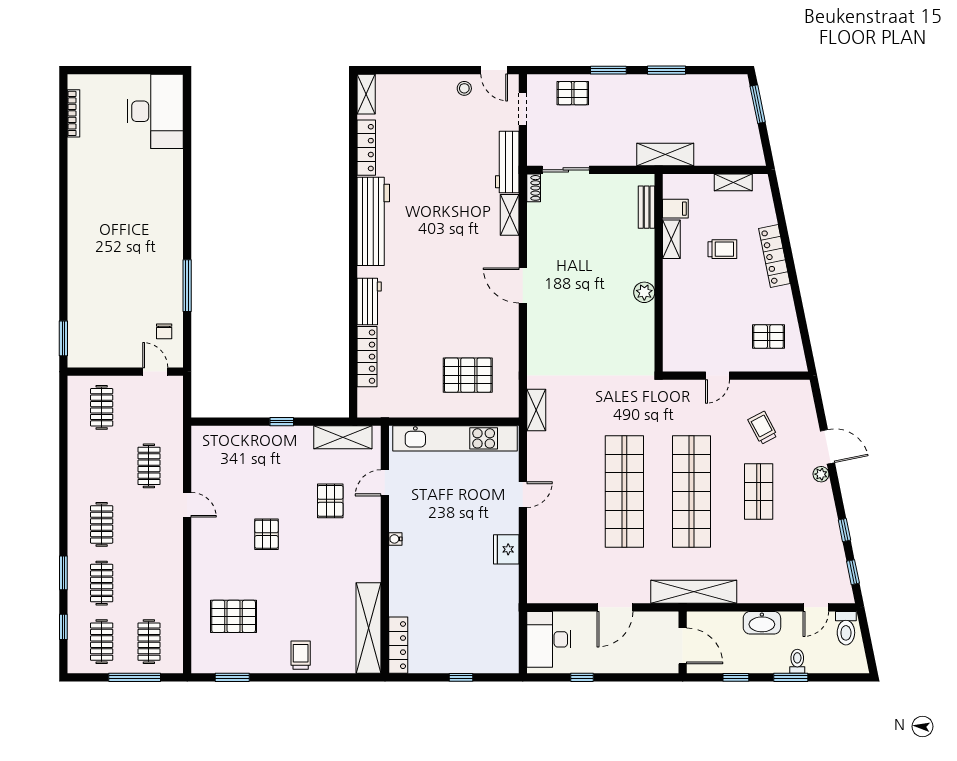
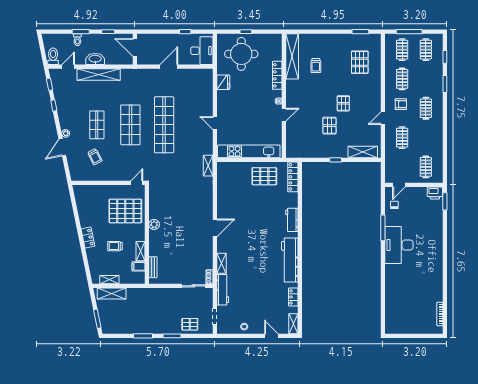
door: (494, 70) -> (271, 336), moved
desk: (155, 111) -> (399, 245), moved
locker: (366, 148) -> (293, 297), width x0.66
shelving: (665, 155) -> (112, 293), moved
locker: (774, 256) -> (88, 238), width x0.66
door: (523, 285) -> (215, 228), hinge flipped
pallet: (769, 337) -> (125, 211), moved, width x2.05, depth x2.00
printer: (83, 355) -> (435, 193), added
locker: (367, 357) -> (293, 177), moved
door: (155, 372) -> (399, 185), hinge flipped
pallet: (468, 375) -> (264, 176), moved
door: (717, 376) -> (137, 183), moved
shelving: (343, 437) -> (363, 152), moved
door: (827, 447) -> (62, 147), hinge flipped
door: (385, 483) -> (284, 115), moved
shop shelf: (691, 491) -> (130, 125), width x0.71
door: (523, 495) -> (215, 123), hinge flipped
pallet: (330, 501) -> (329, 126), moved
door: (187, 505) -> (383, 118), hinge flipped
armchair: (151, 533) -> (401, 104), added
fridge: (506, 549) -> (223, 82), moved
clothes rail: (102, 583) -> (402, 79), moved
shelving: (694, 592) -> (99, 75), moved
pallet: (234, 616) -> (360, 62), turned 90
round table: (470, 633) -> (241, 54), added
locker: (398, 645) -> (277, 75), moved
trolley: (301, 655) -> (316, 66), moved

